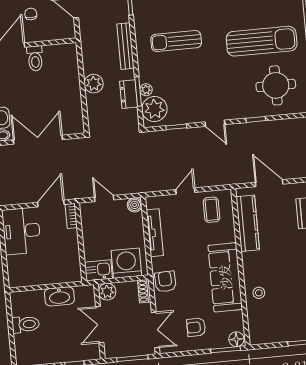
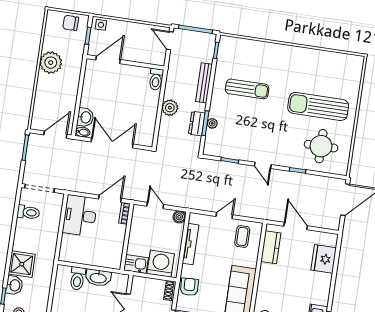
chair: (31, 14) -> (132, 37), removed
sun lounger: (176, 41) -> (247, 89), turned 180
sun lounger: (262, 41) -> (318, 106), turned 180
toilet: (35, 58) -> (156, 79), moved
plant: (154, 109) -> (215, 141), removed
kitchen counter: (248, 223) -> (271, 247), width x0.67
plant: (107, 292) -> (139, 283), removed
toilet: (26, 324) -> (77, 278), moved, turned 90

